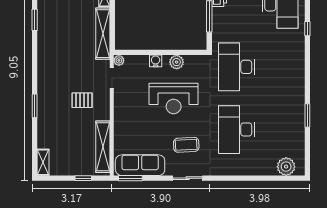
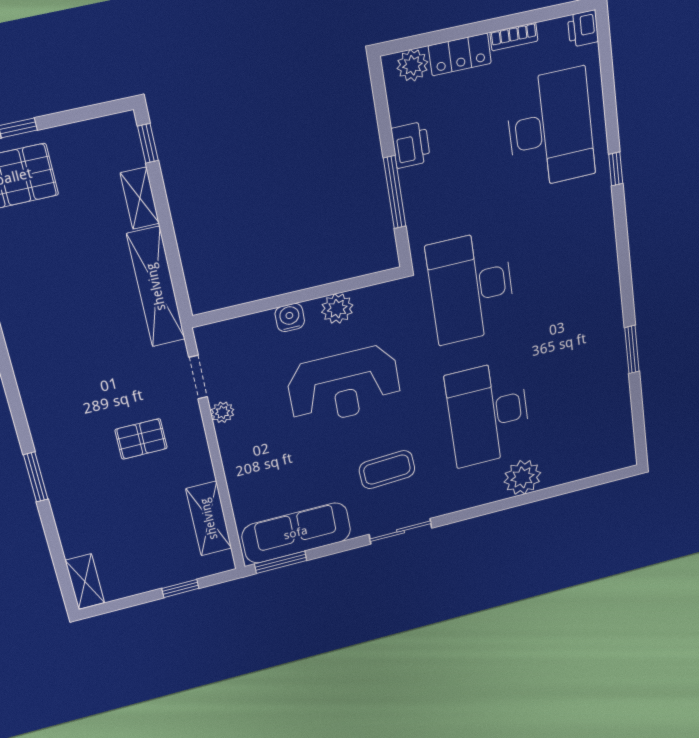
plant: (119, 60) -> (222, 412), moved
shelving: (103, 147) -> (209, 519), width x0.68
plant: (286, 167) -> (522, 477), moved

